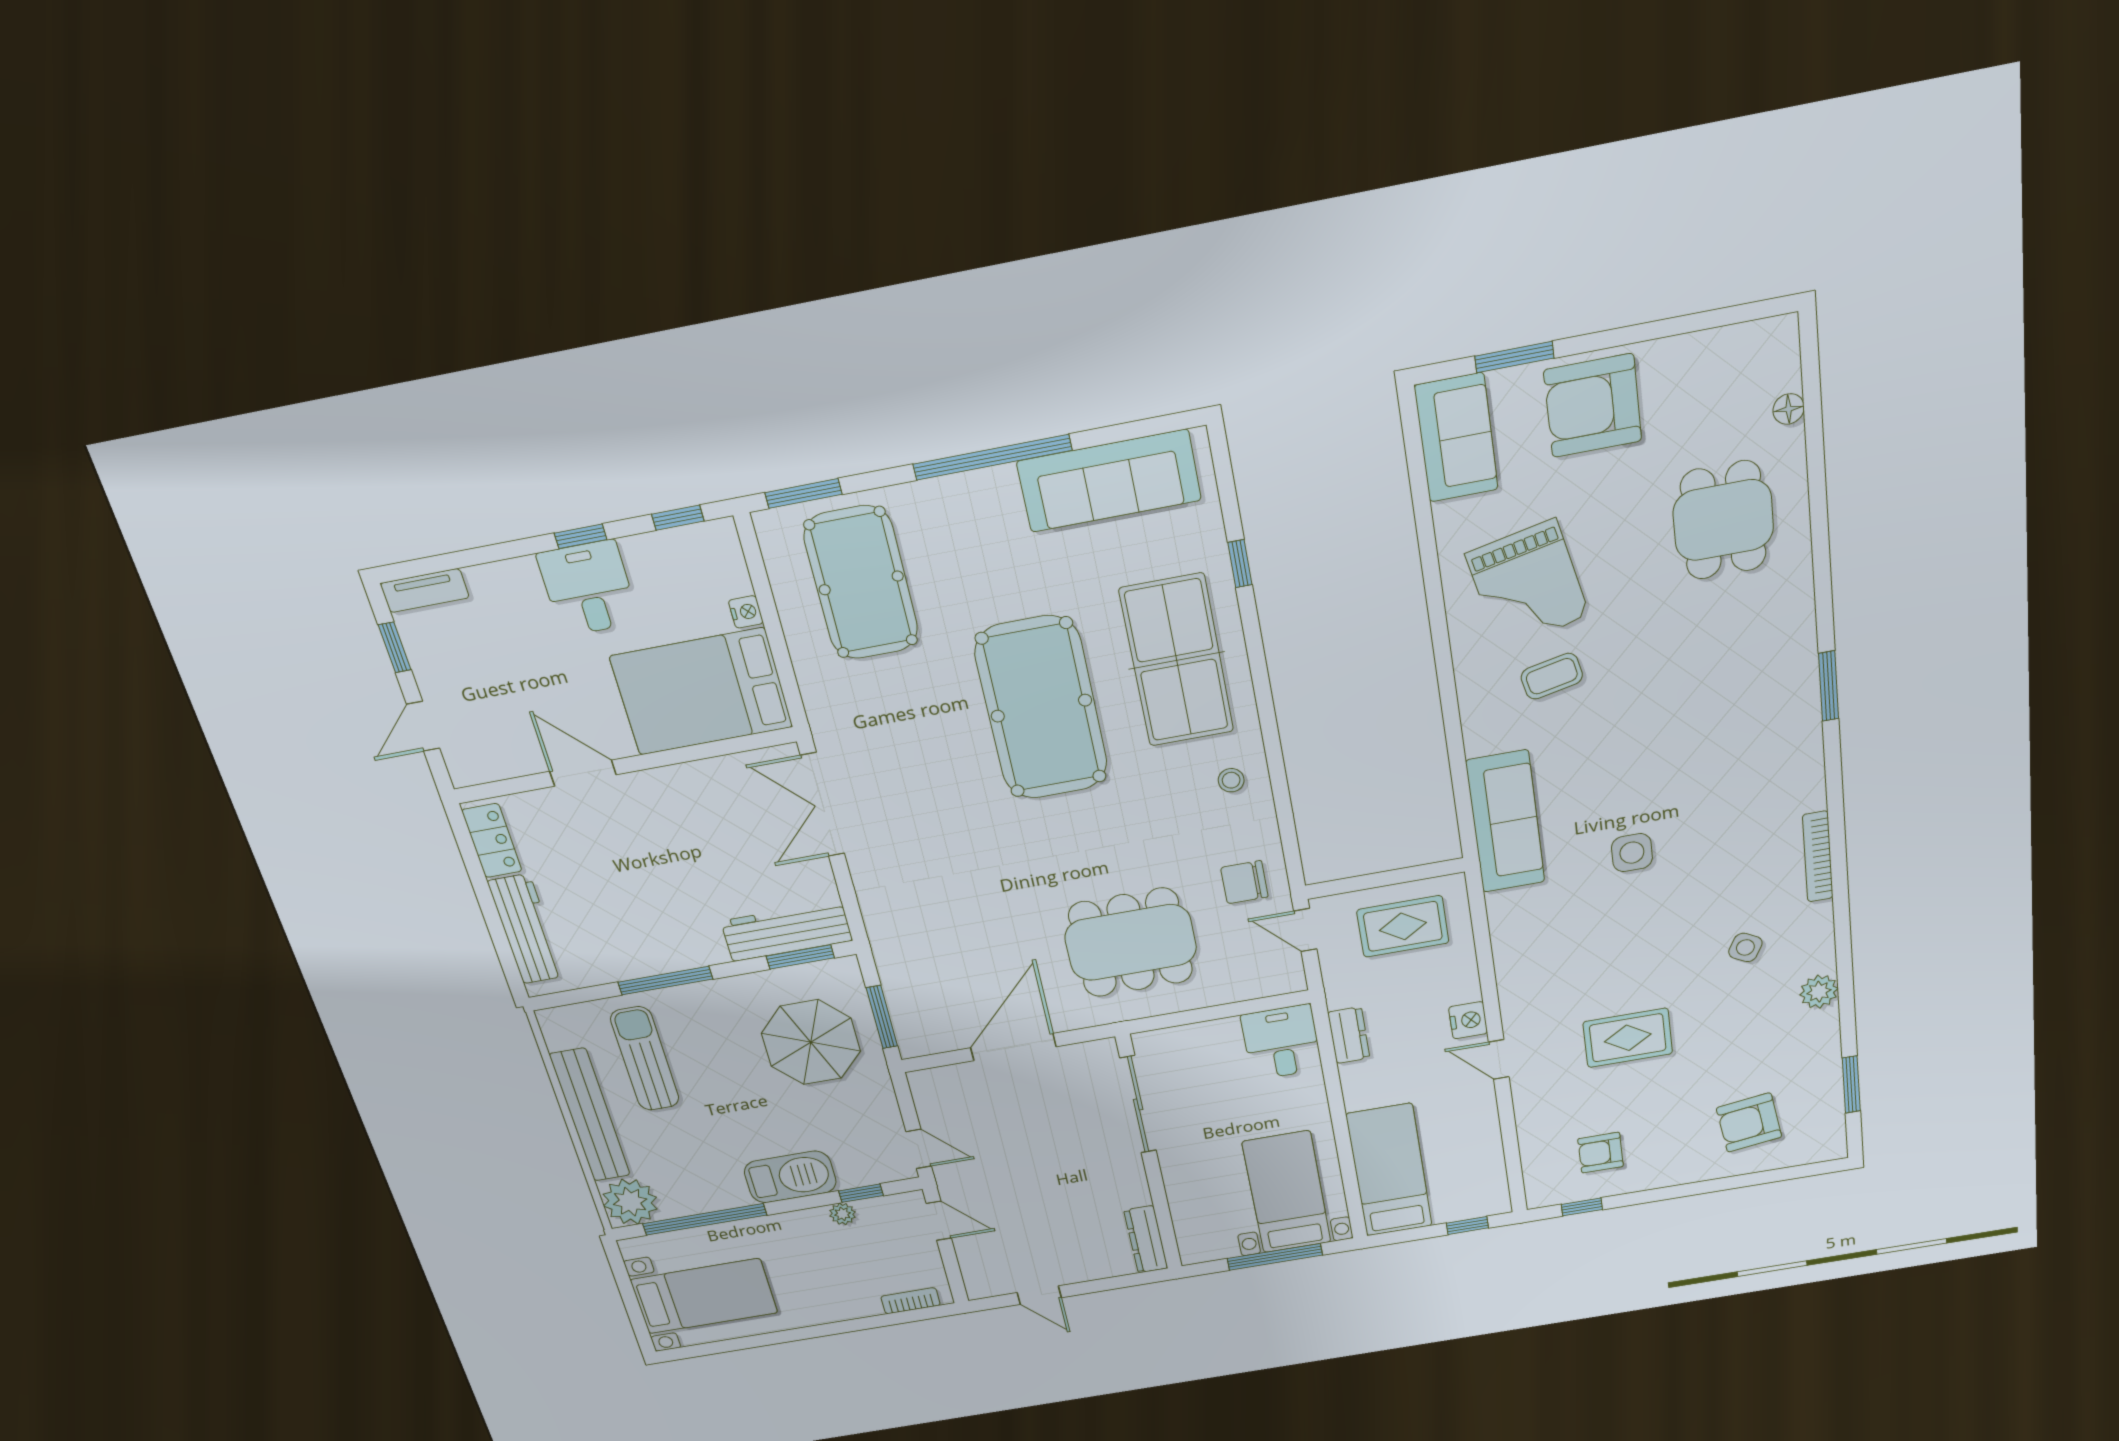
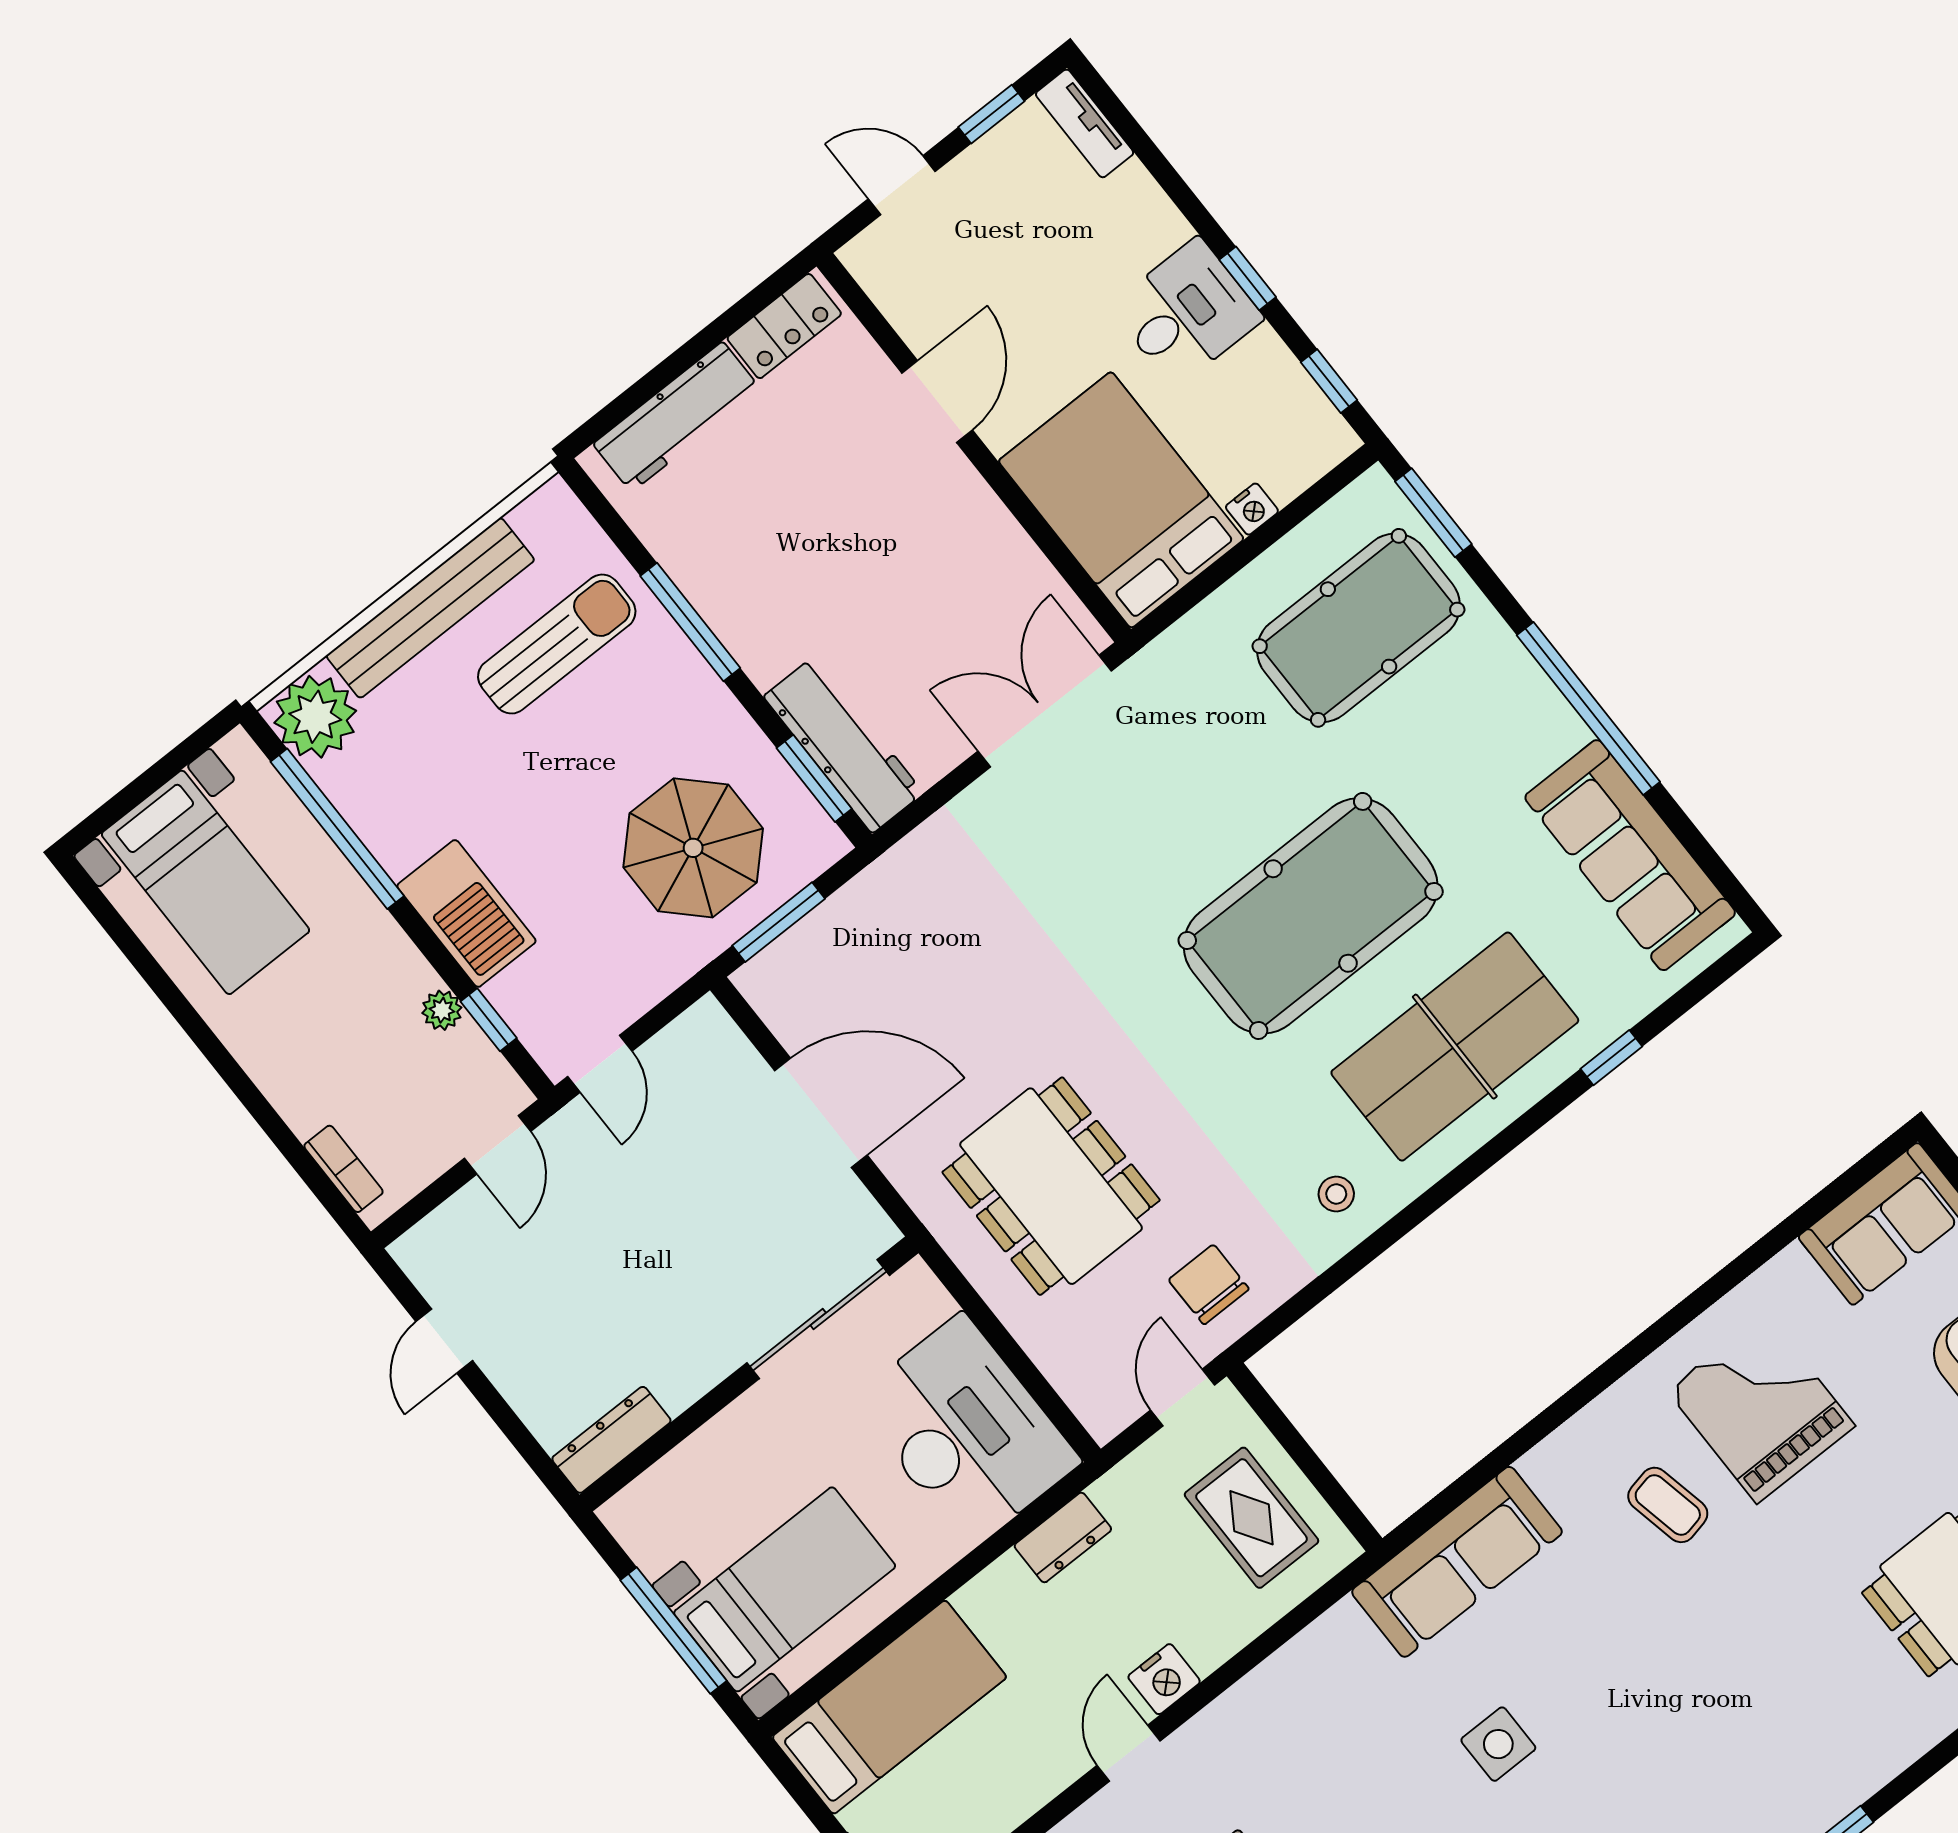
grand piano: (1527, 585) -> (1761, 1408), turned 102
desk: (1281, 1042) -> (966, 1431), width x1.87, depth x1.30

